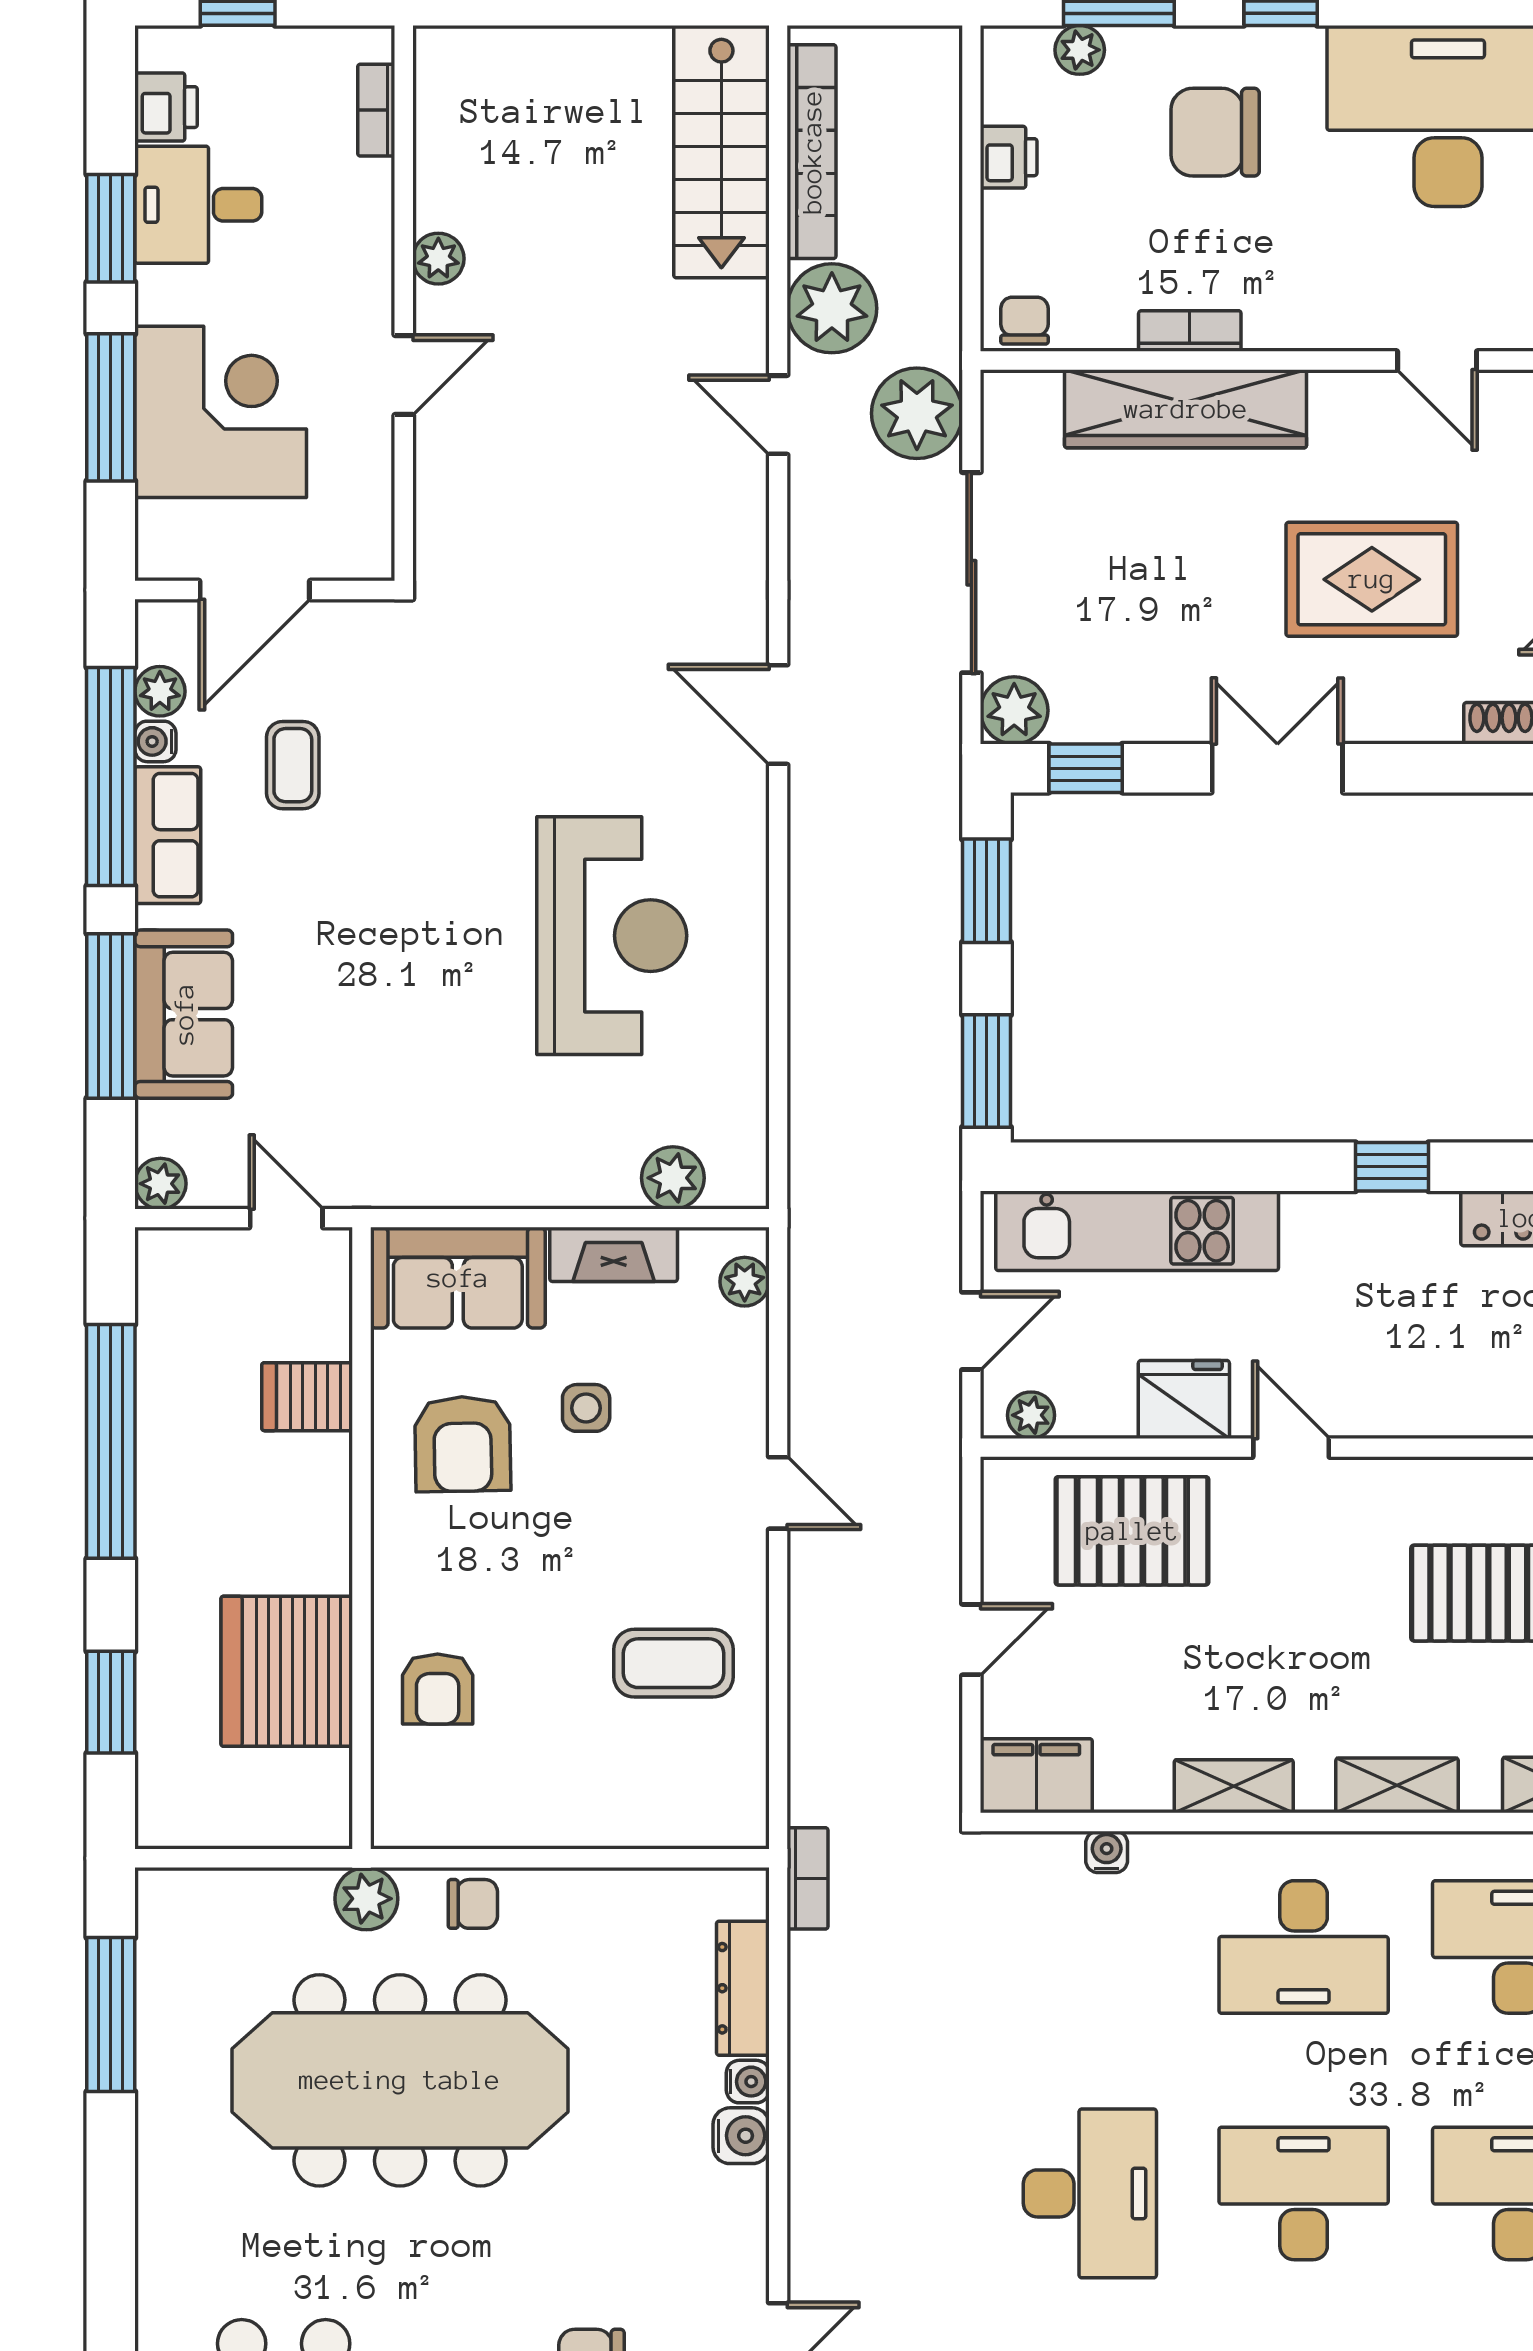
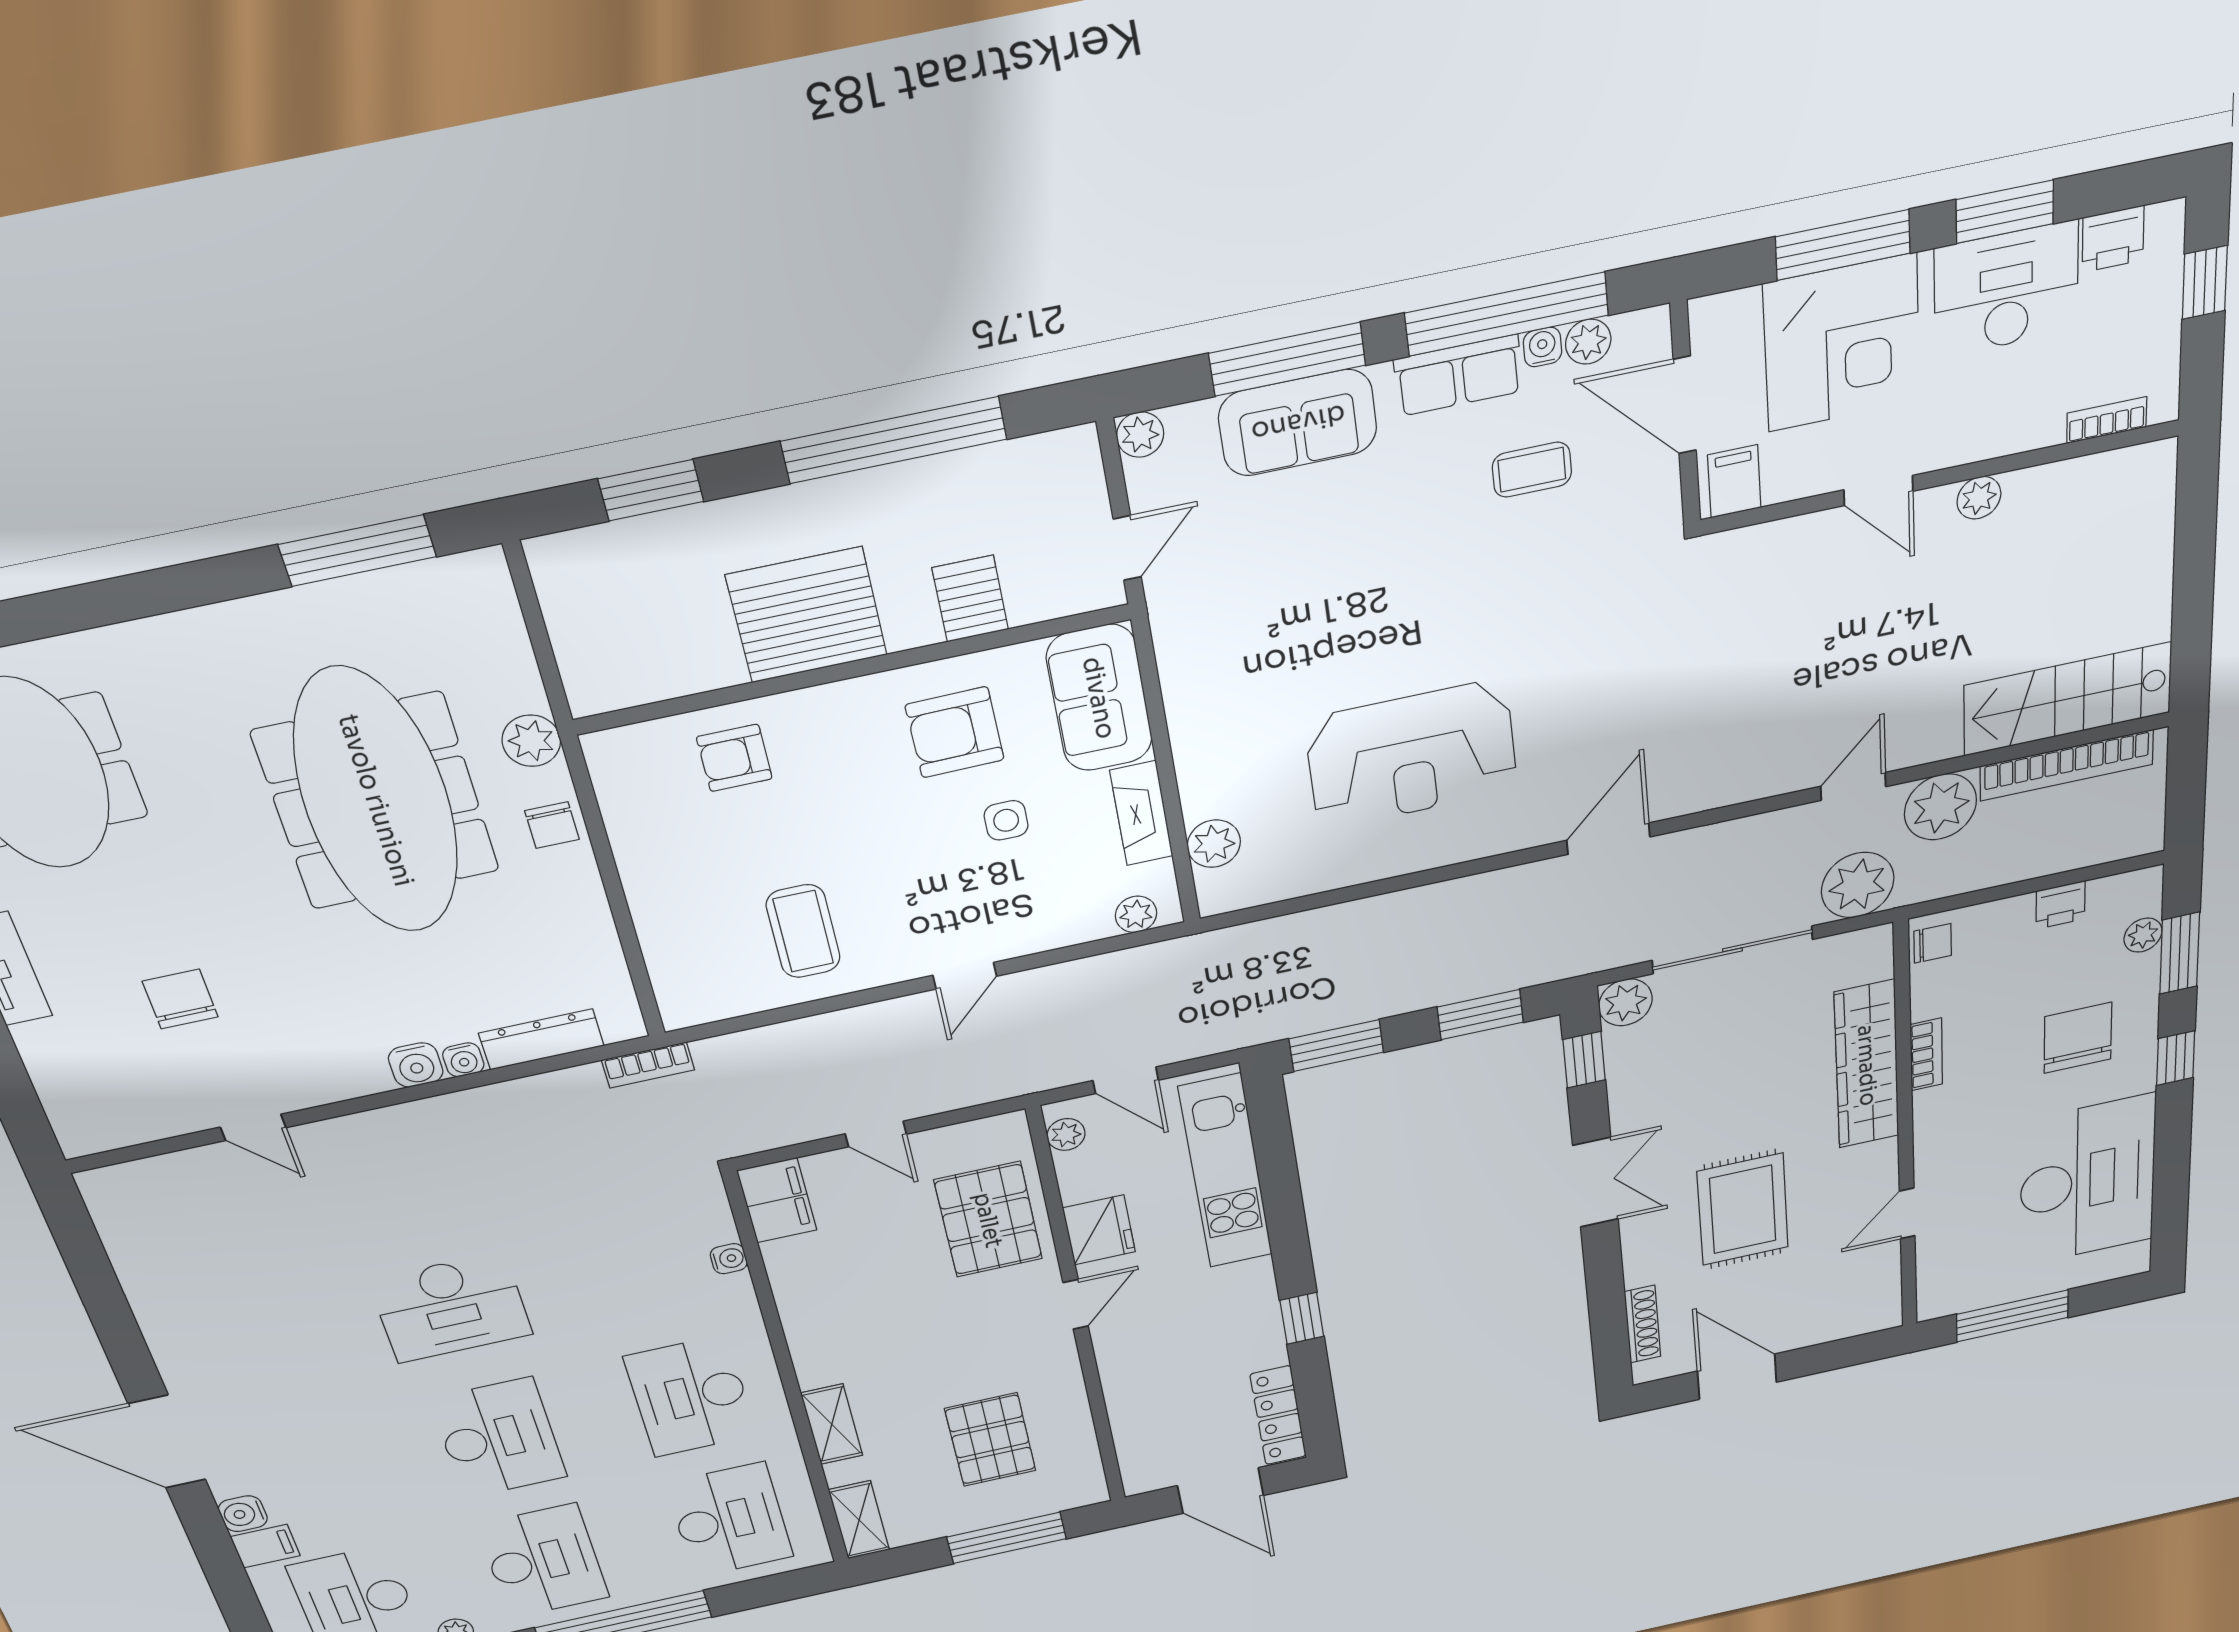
desk: (198, 205) -> (2006, 289), width x1.37
filing cabinet: (356, 539) -> (1734, 481), added
server rack: (287, 1671) -> (807, 615), moved
shelving: (1234, 1786) -> (804, 1327), removed

